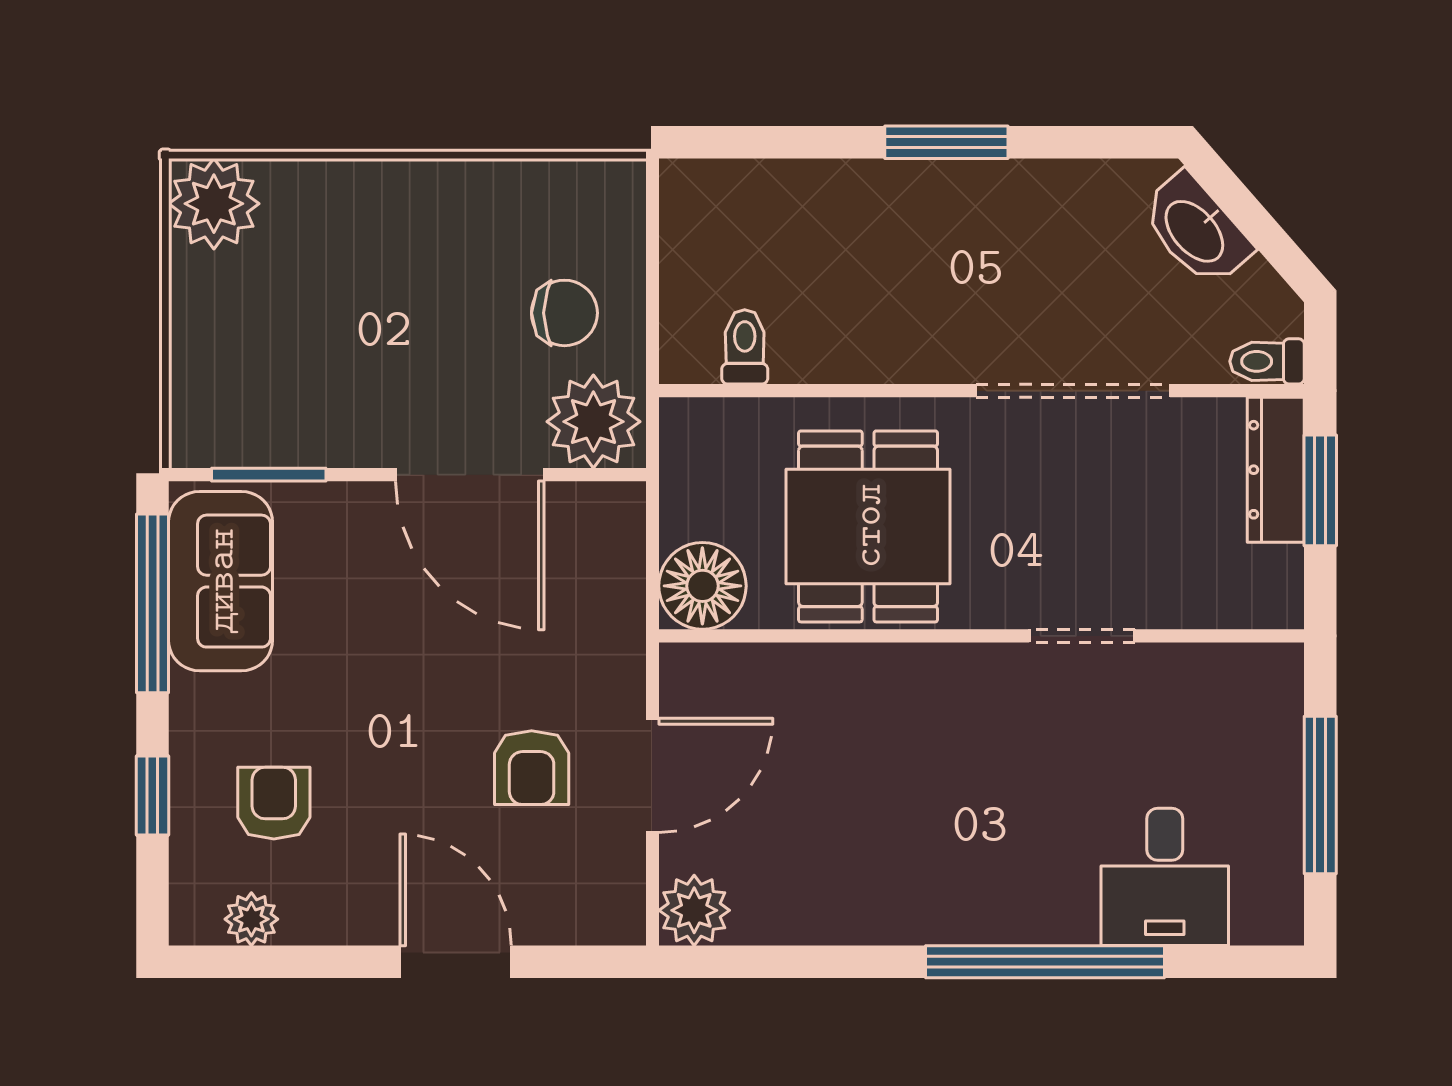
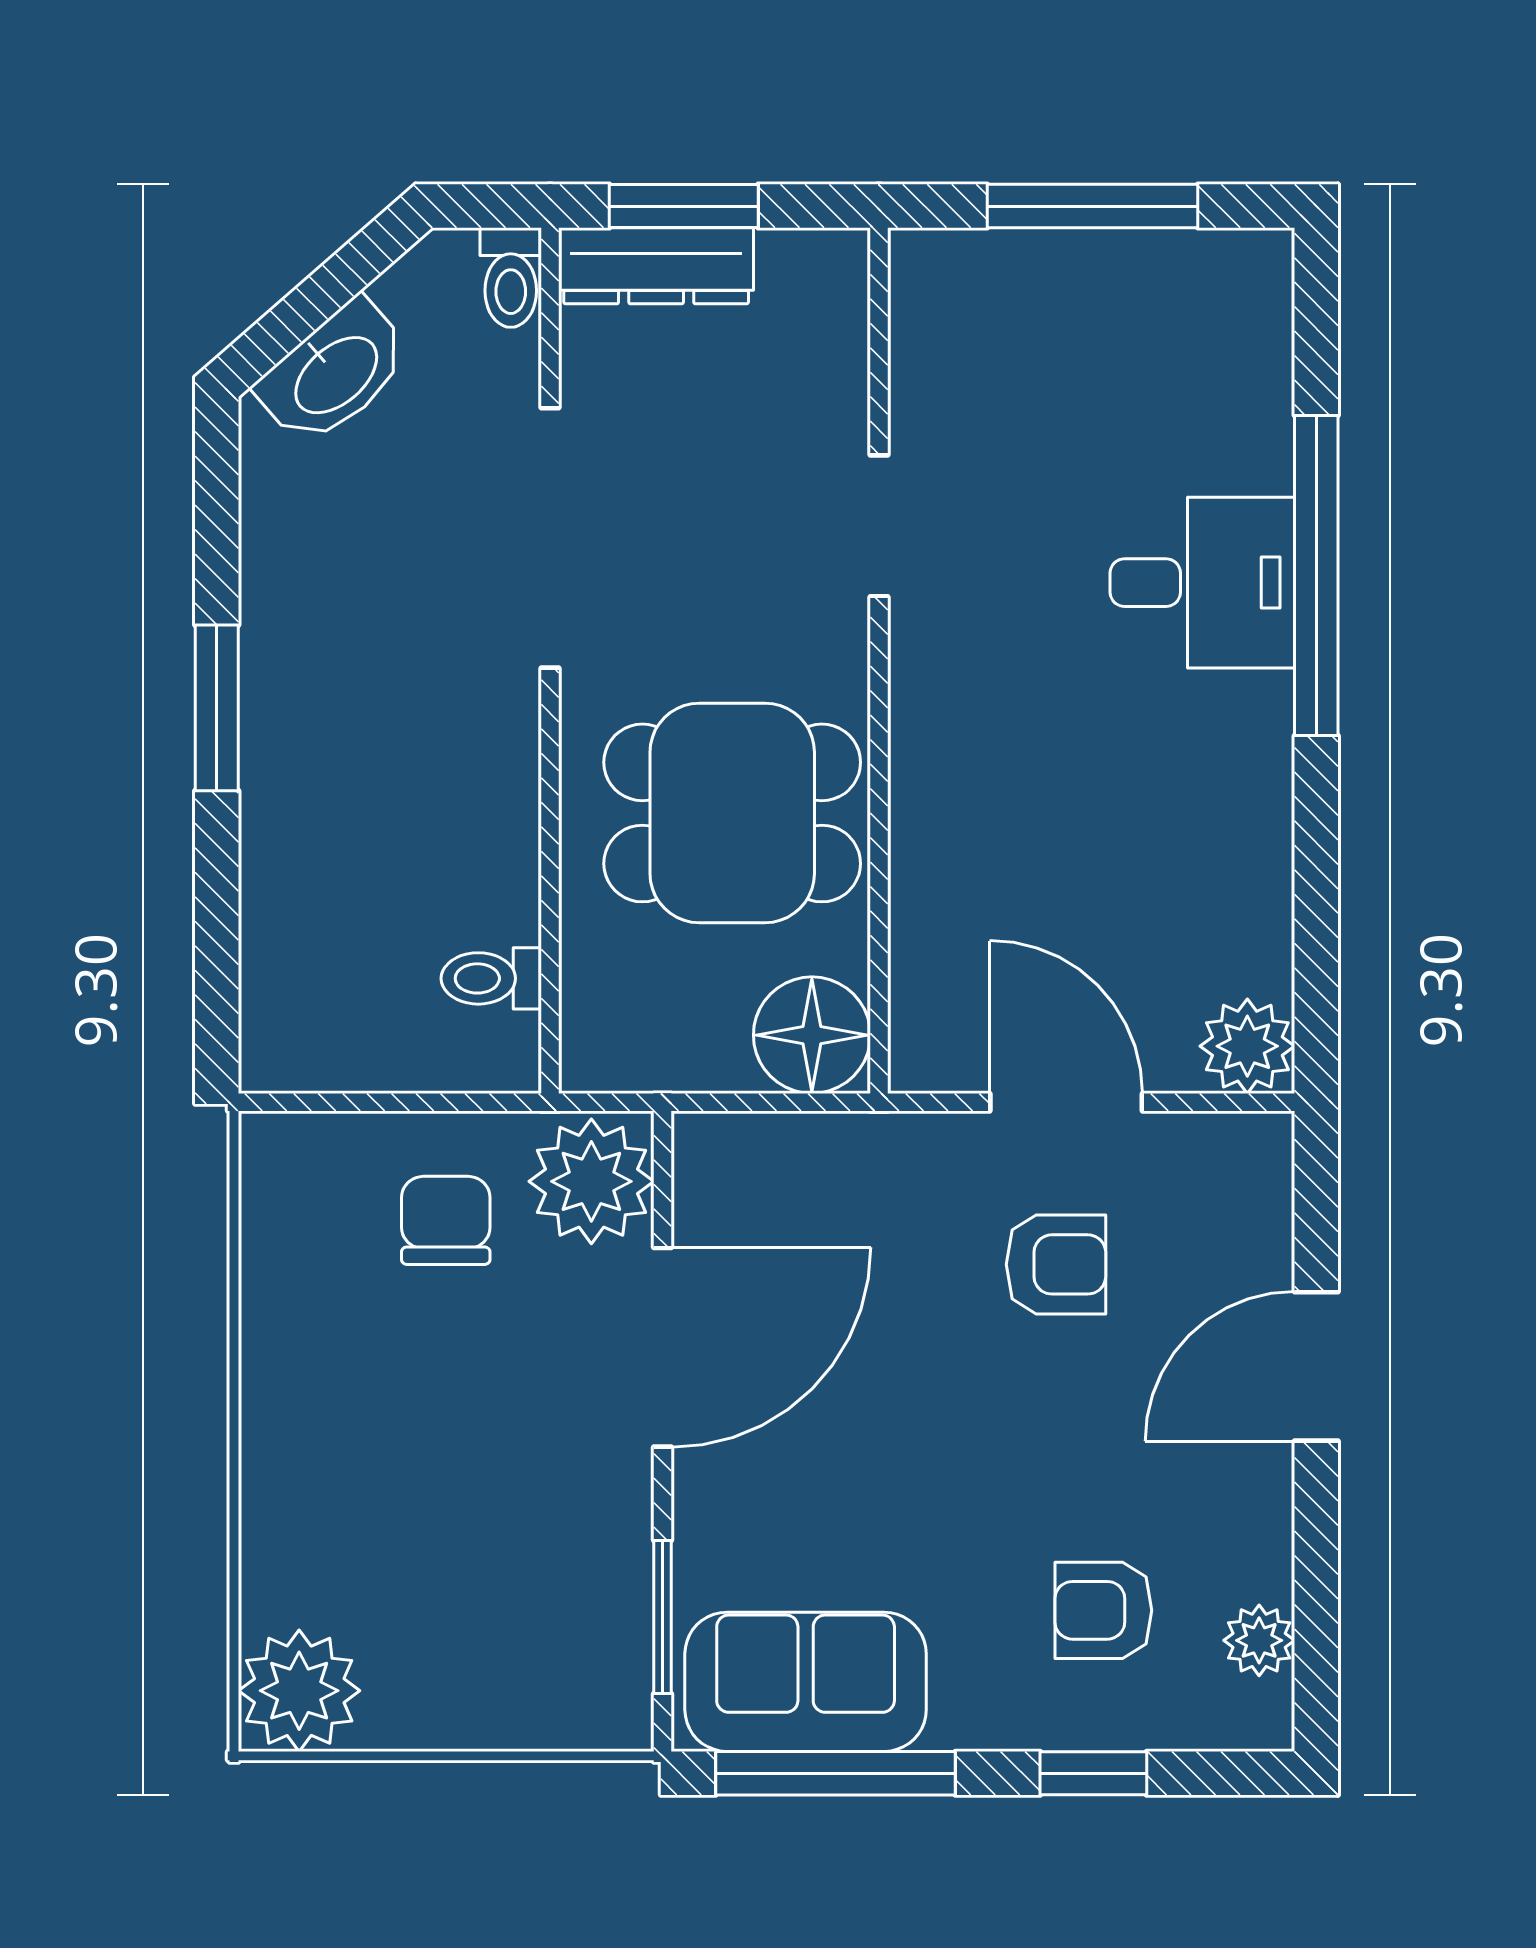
desk: (1165, 877) -> (1202, 583), moved

